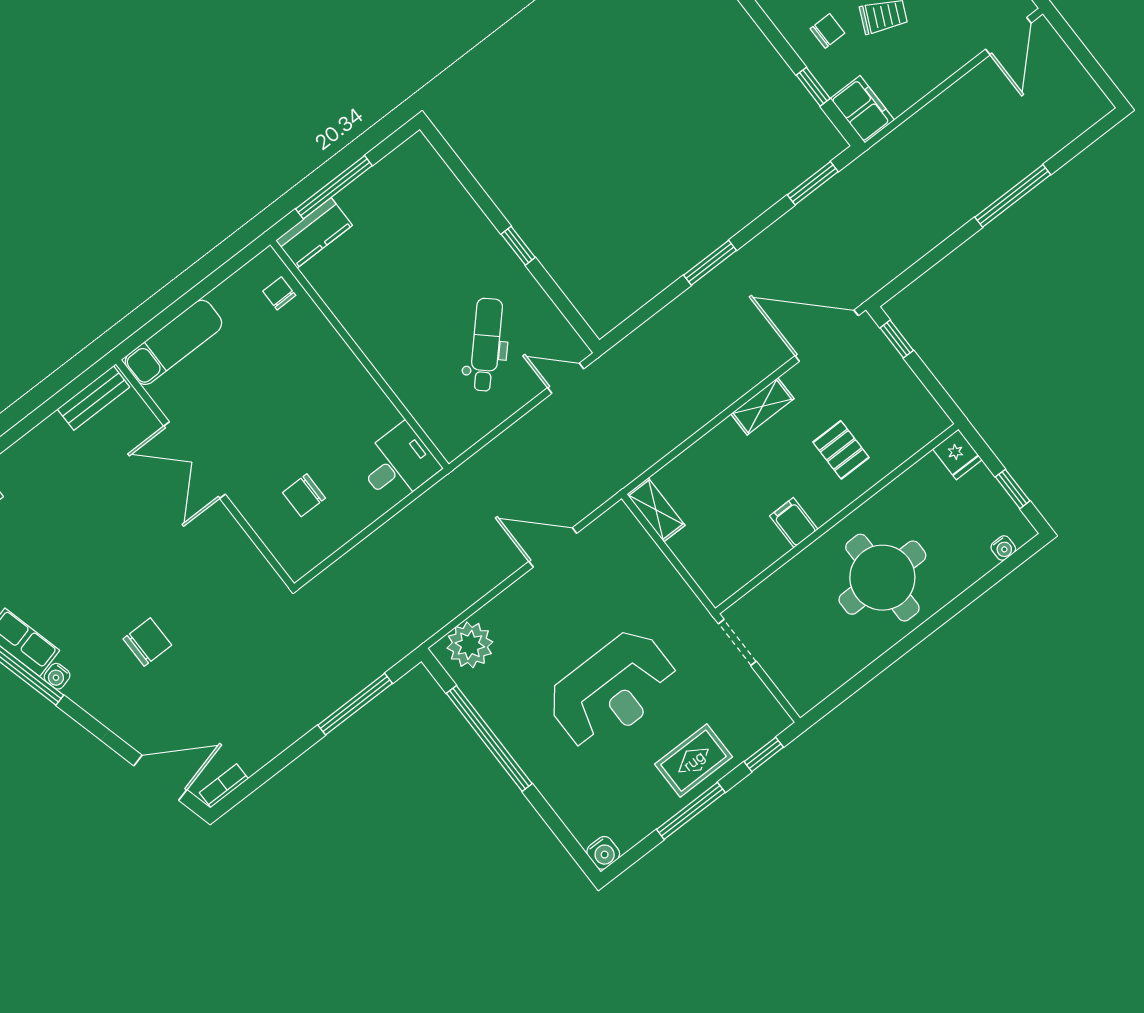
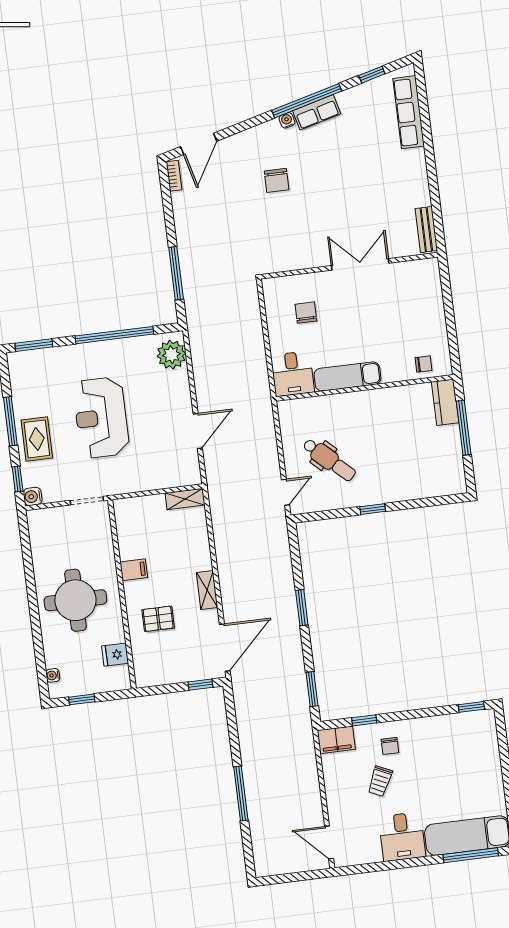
exam couch: (173, 342) -> (347, 376), moved, turned 90
fridge: (957, 454) -> (115, 655), moved
window: (568, 840) -> (34, 345), added
water cooler: (603, 853) -> (33, 496), moved

